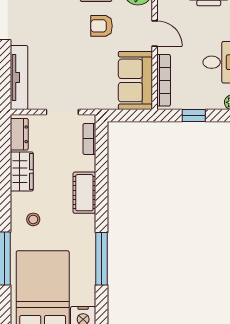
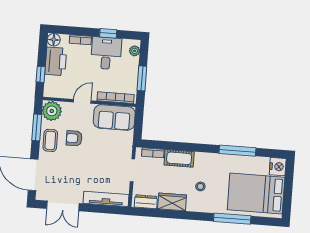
armchair: (102, 26) -> (74, 138), turned 90
window: (194, 116) -> (142, 78), width x1.50
cot: (84, 193) -> (179, 158), moved
stool: (33, 219) -> (200, 186), moved

